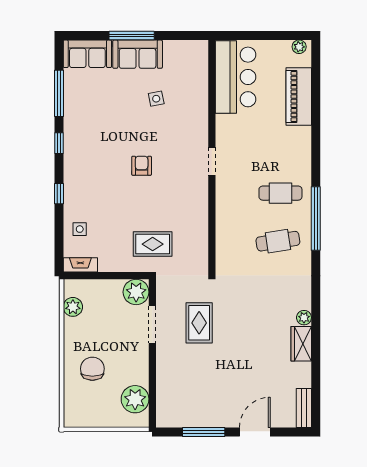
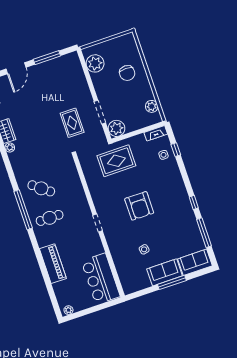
piano: (299, 97) -> (53, 264), moved
armchair: (142, 166) -> (139, 206), width x1.88, depth x1.88
window: (59, 194) -> (176, 150), moved
cafe table: (278, 241) -> (41, 188), turned 47
rug: (153, 244) -> (116, 161), width x1.36, depth x1.43

